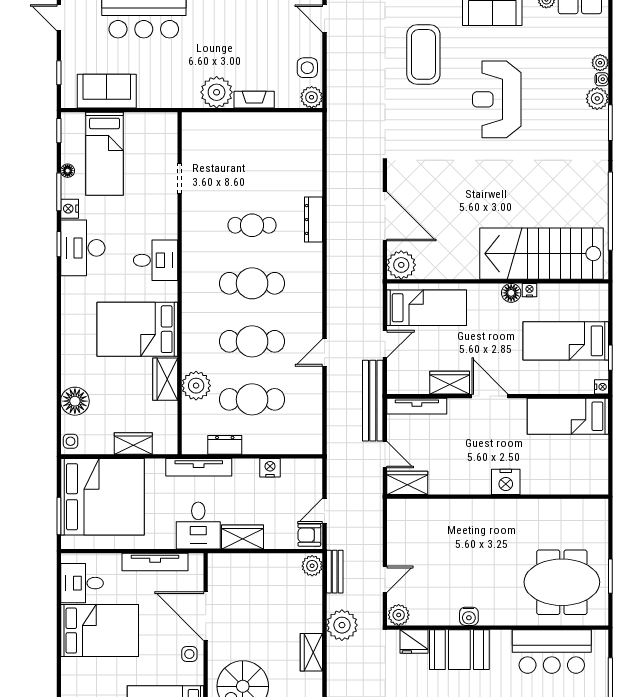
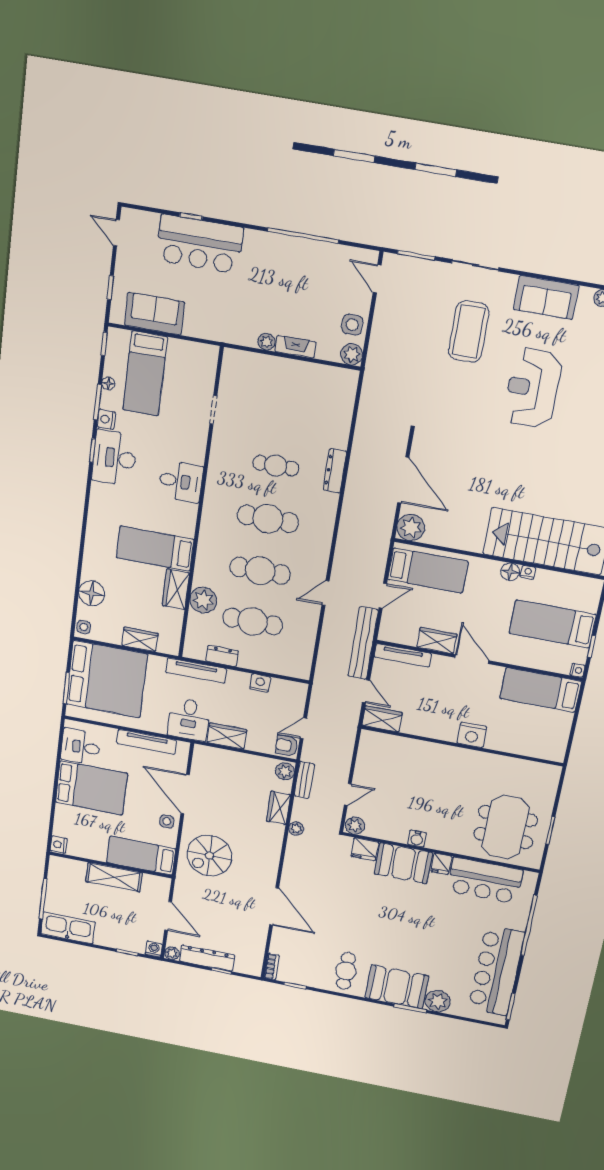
plant: (217, 92) -> (266, 342), width x0.53, depth x0.53
bed: (137, 329) -> (155, 549), width x0.67
meeting table: (562, 582) -> (506, 827), turned 90
plant: (342, 625) -> (296, 829), width x0.53, depth x0.53
fridge: (501, 641) -> (441, 864), added
wardrobe: (311, 652) -> (278, 808), moved

